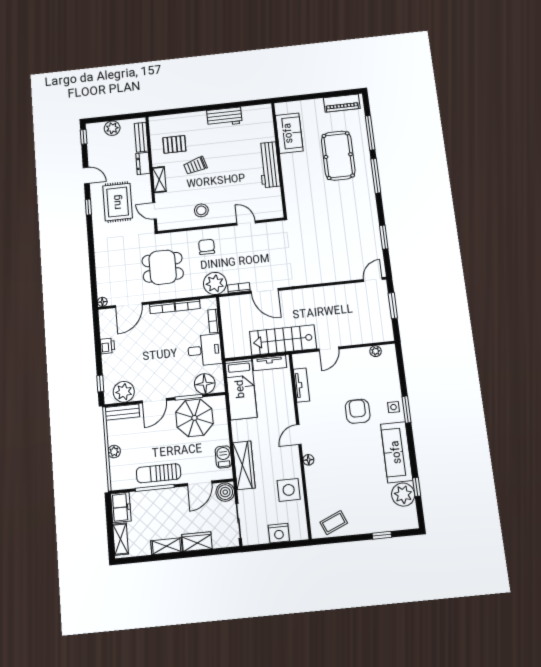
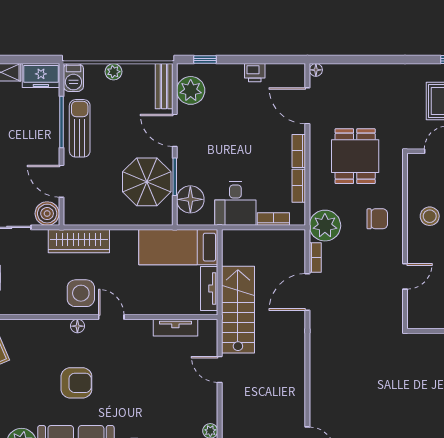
armchair: (358, 411) -> (76, 383), moved
barbecue: (223, 457) -> (73, 78), moved, turned 90
side table: (289, 490) -> (81, 293), moved

